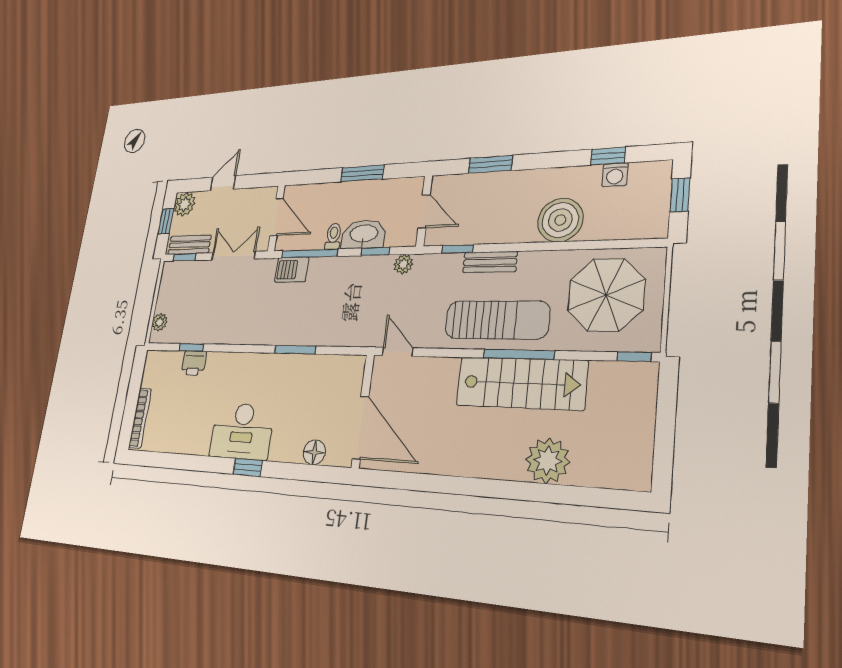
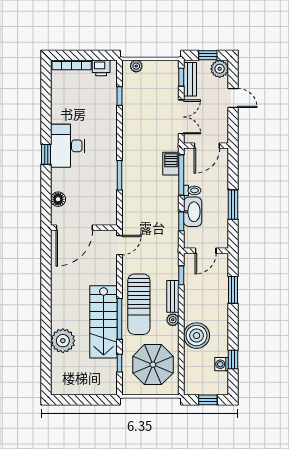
plant: (403, 264) -> (173, 320), moved
window: (634, 357) -> (119, 363), moved
printer: (194, 363) -> (101, 68), moved, turned -90

